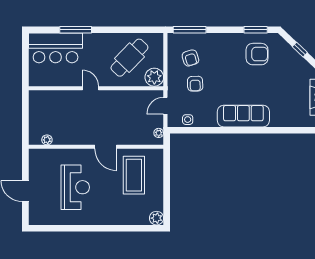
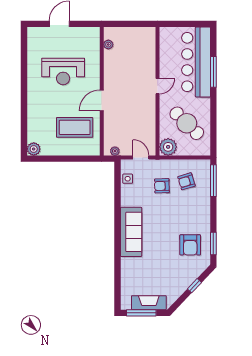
bar counter: (56, 48) -> (196, 62), width x1.36

